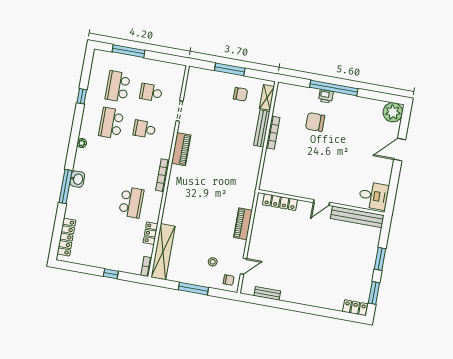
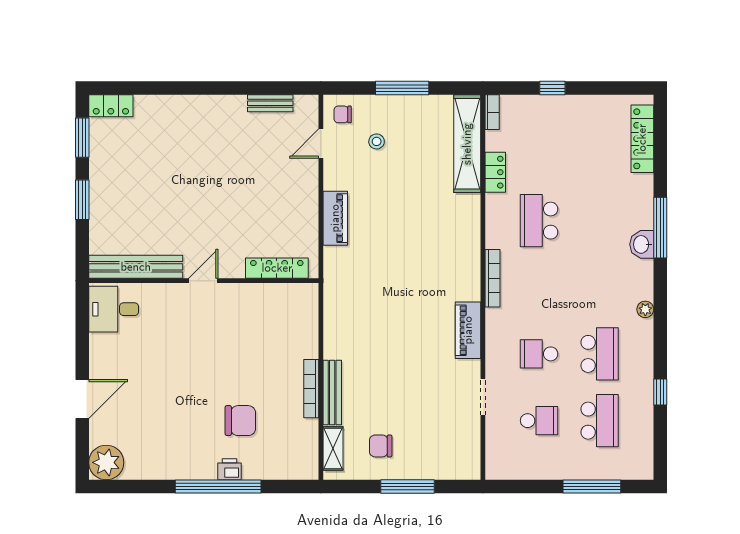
school desk: (144, 129) -> (539, 354), turned 180

